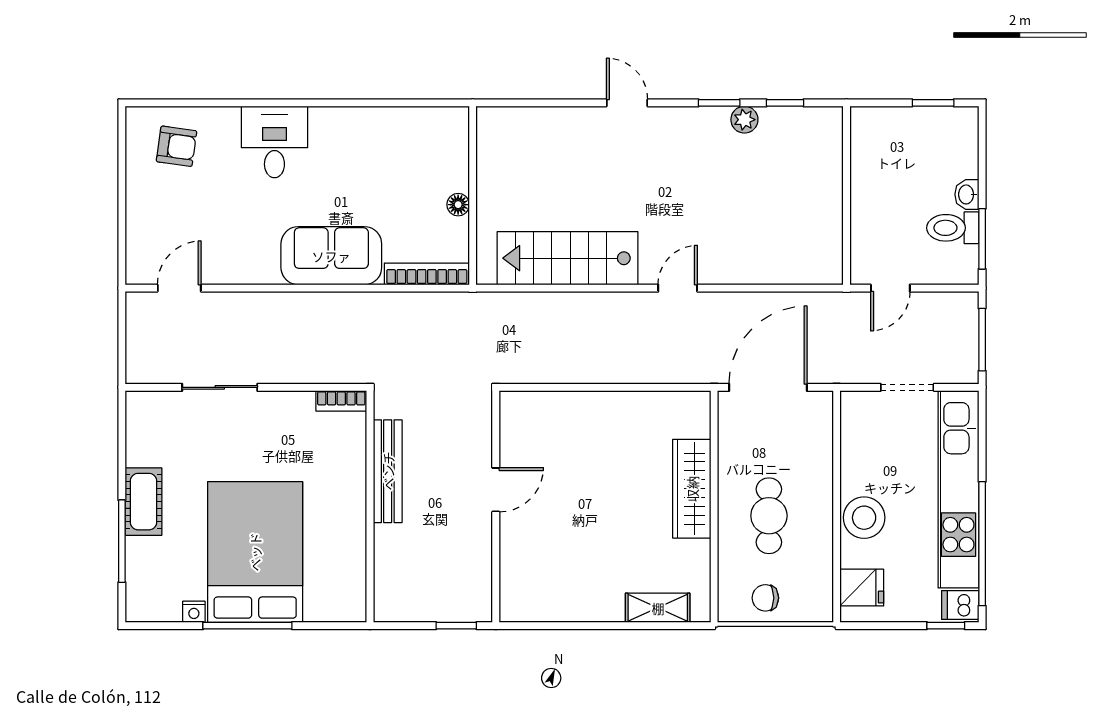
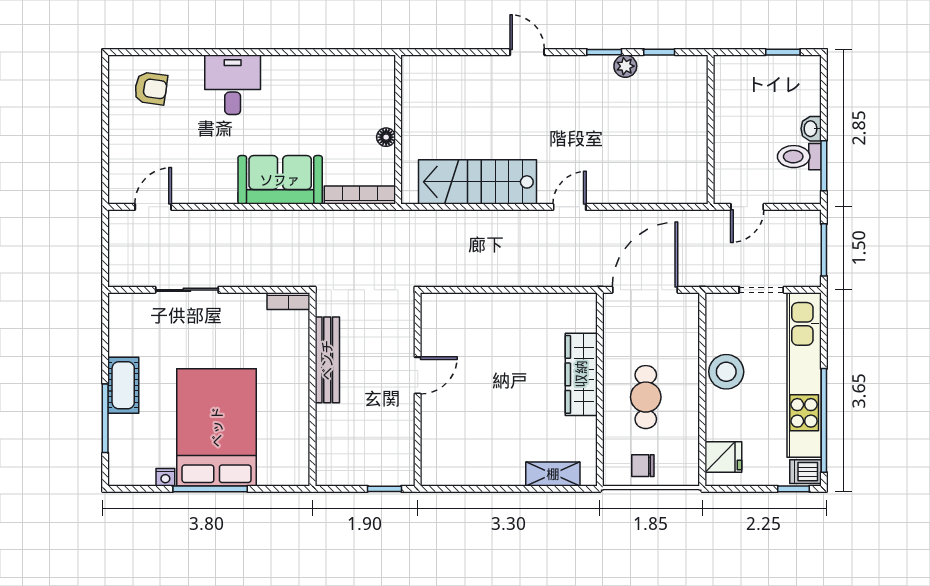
stool: (864, 518) -> (726, 372), moved

